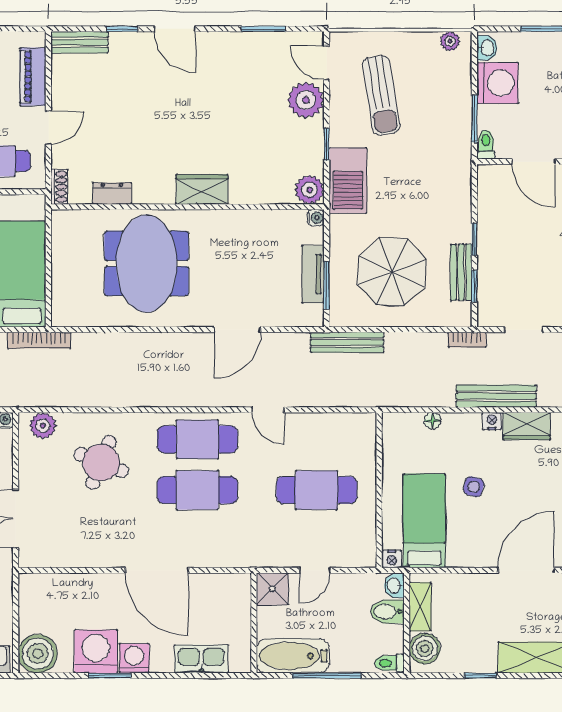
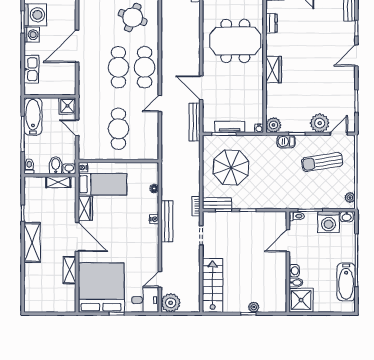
barbecue: (348, 180) -> (286, 142), width x0.53, depth x0.65
bench: (461, 272) -> (217, 203), moved
bench: (347, 342) -> (195, 122), moved
wardrobe: (527, 426) -> (85, 208), moved, turned 180
side table: (474, 487) -> (120, 210), removed
boiler: (425, 649) -> (37, 185), removed

